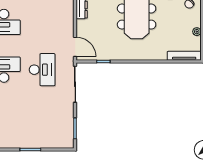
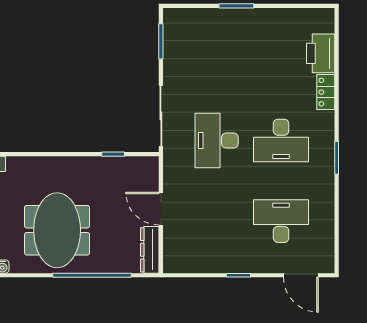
door: (75, 47) -> (161, 209), moved

